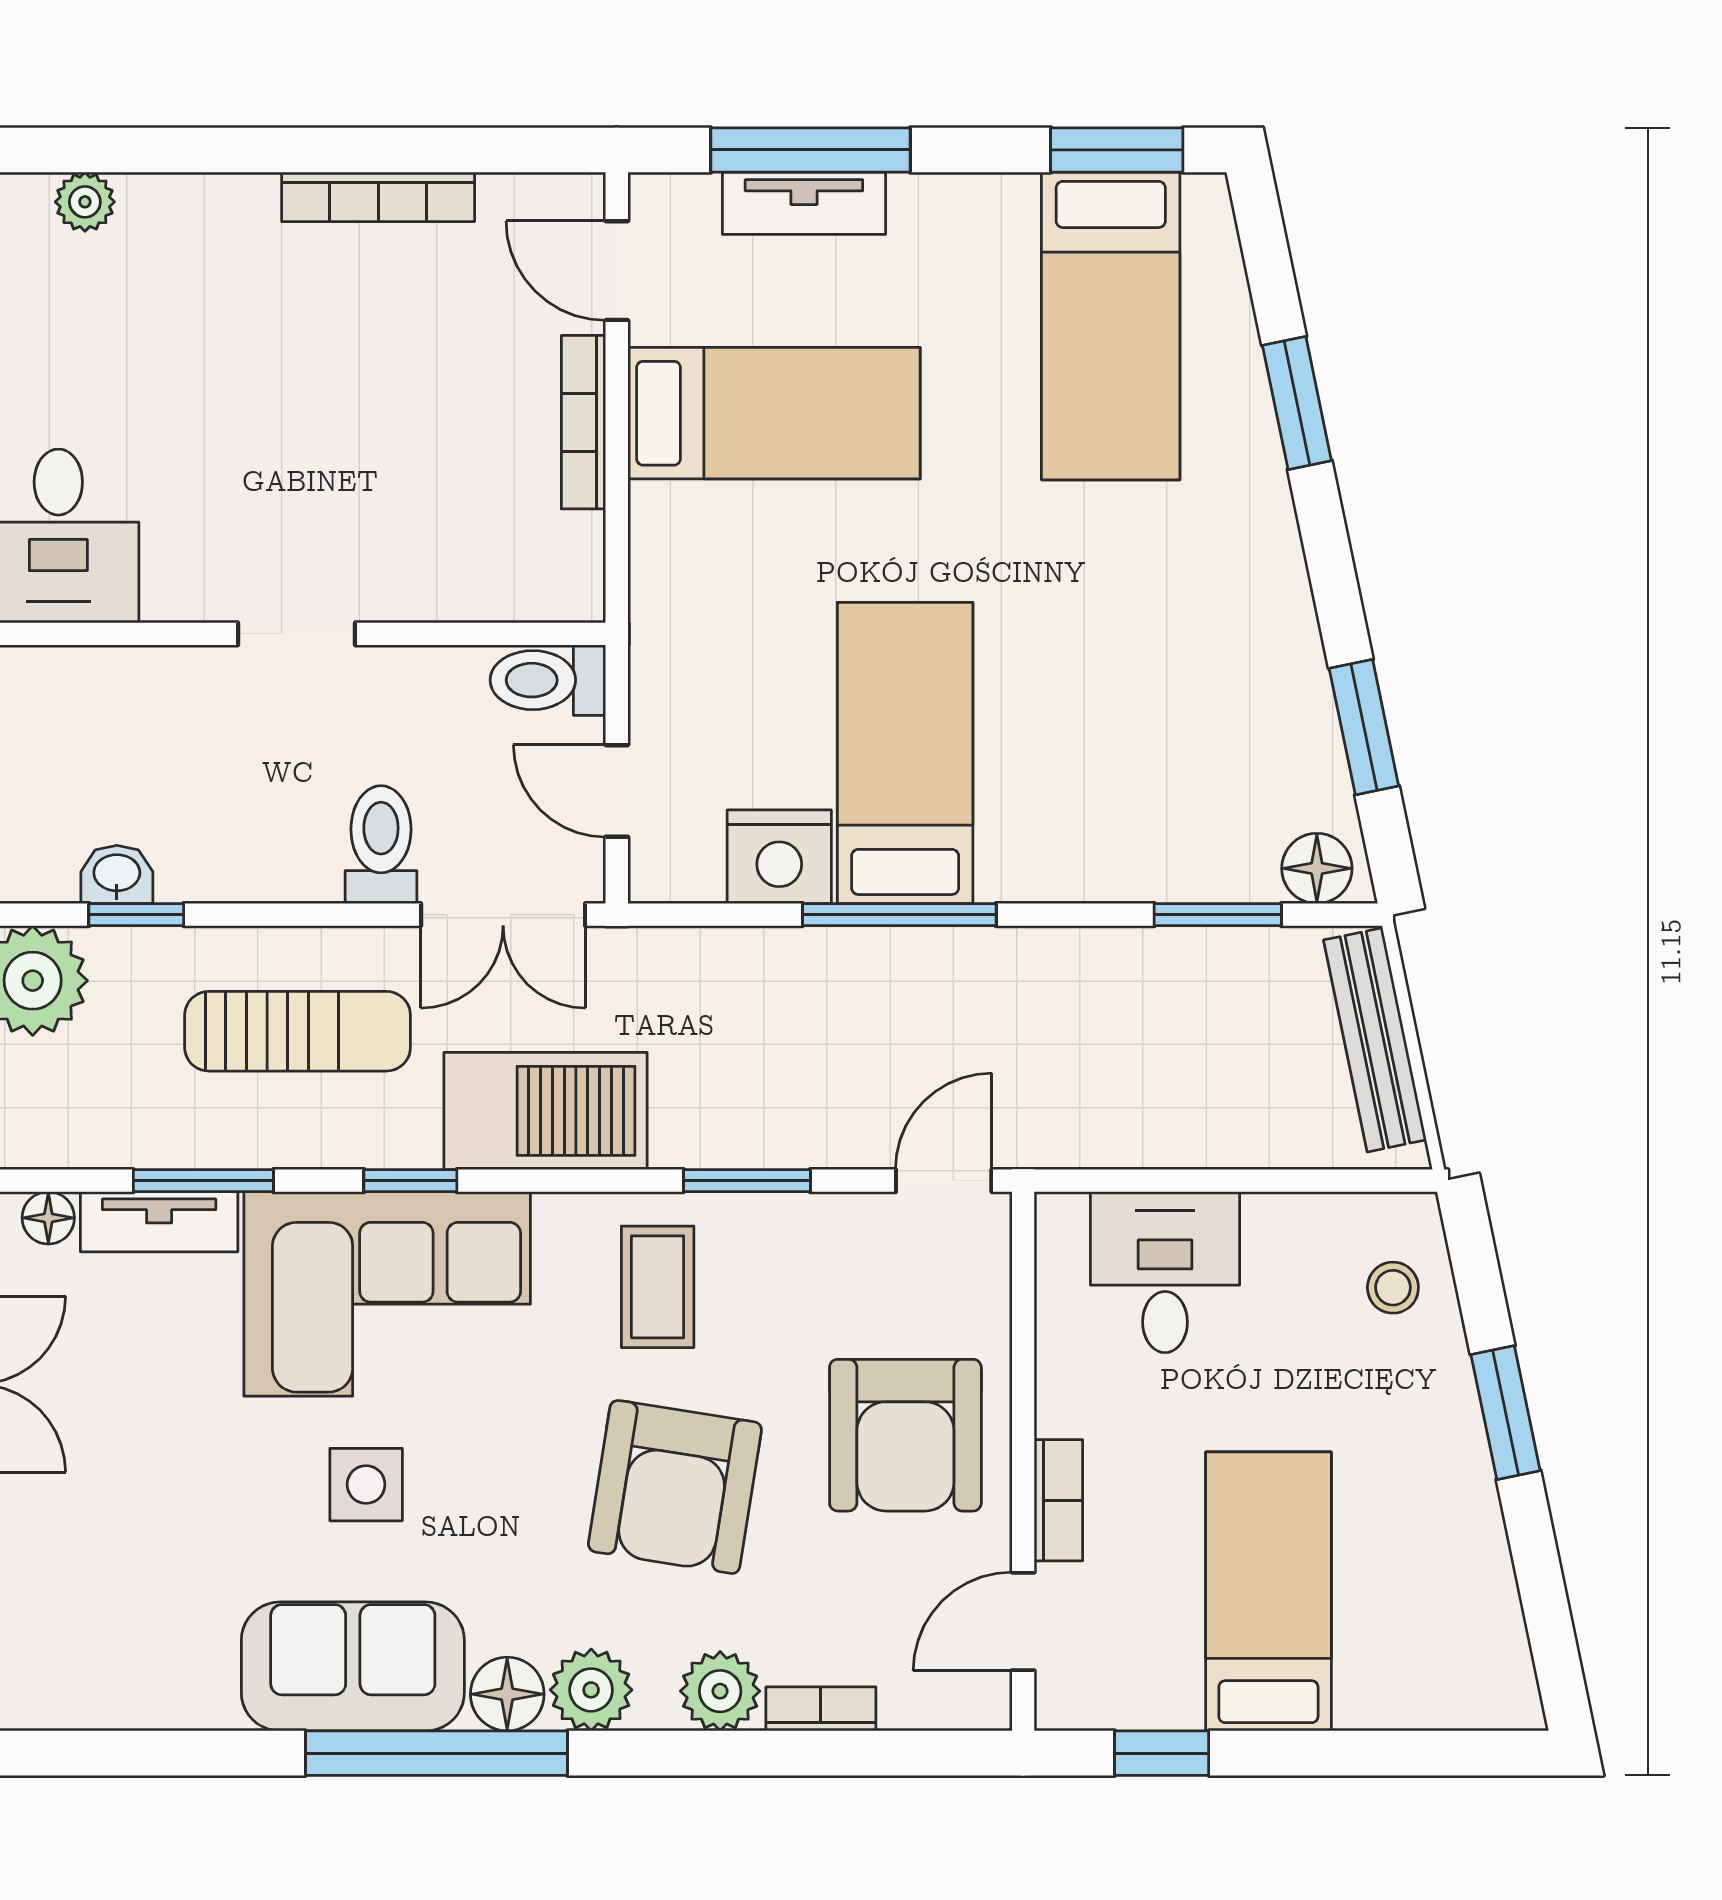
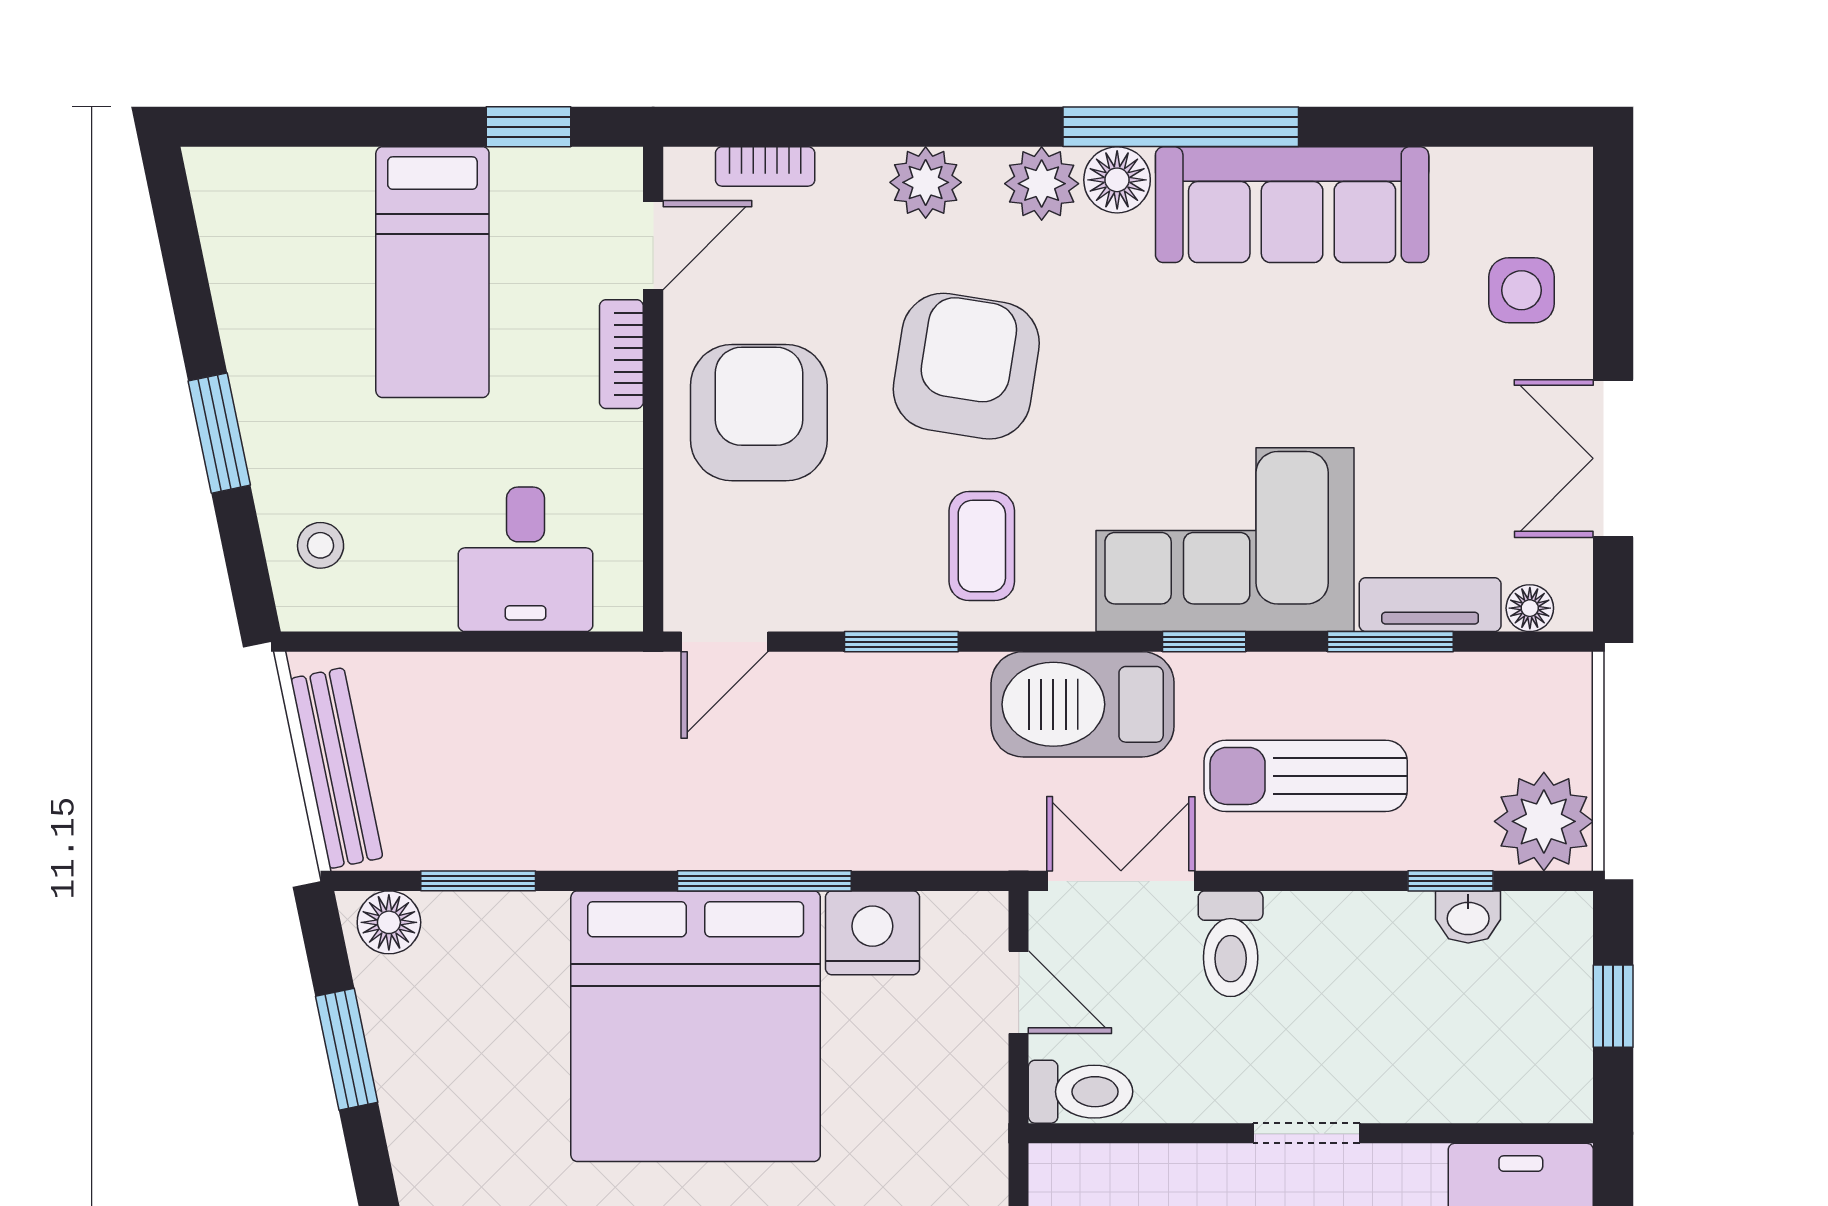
bed: (905, 753) -> (696, 1026), width x2.04
side table: (366, 1485) -> (1521, 290), moved
sofa: (353, 1666) -> (1292, 205), width x1.36
bookcase: (821, 1709) -> (765, 166), moved

